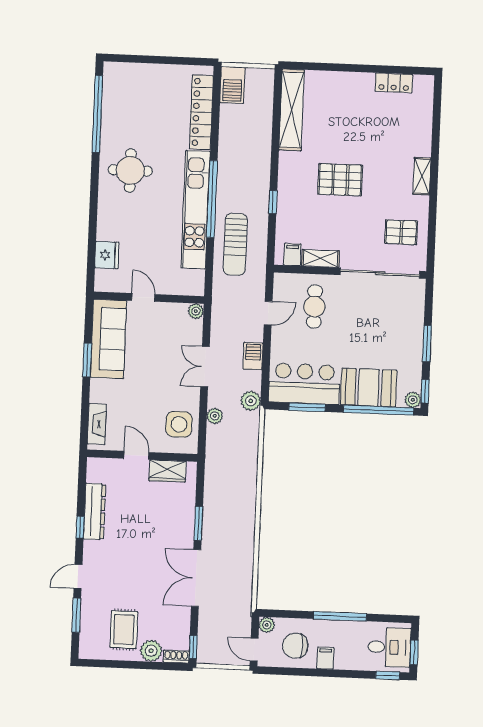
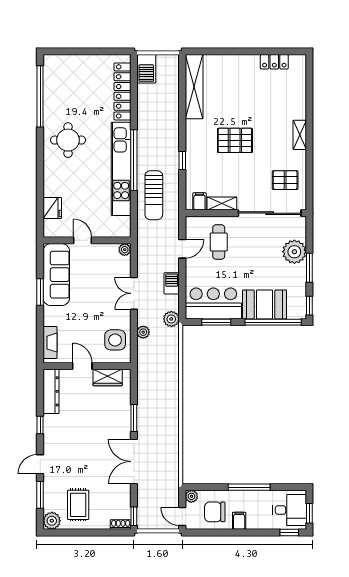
plant: (413, 400) -> (294, 252), moved, width x1.88, depth x1.88
dresser: (95, 511) -> (51, 391), moved
plant: (151, 651) -> (52, 521), moved

